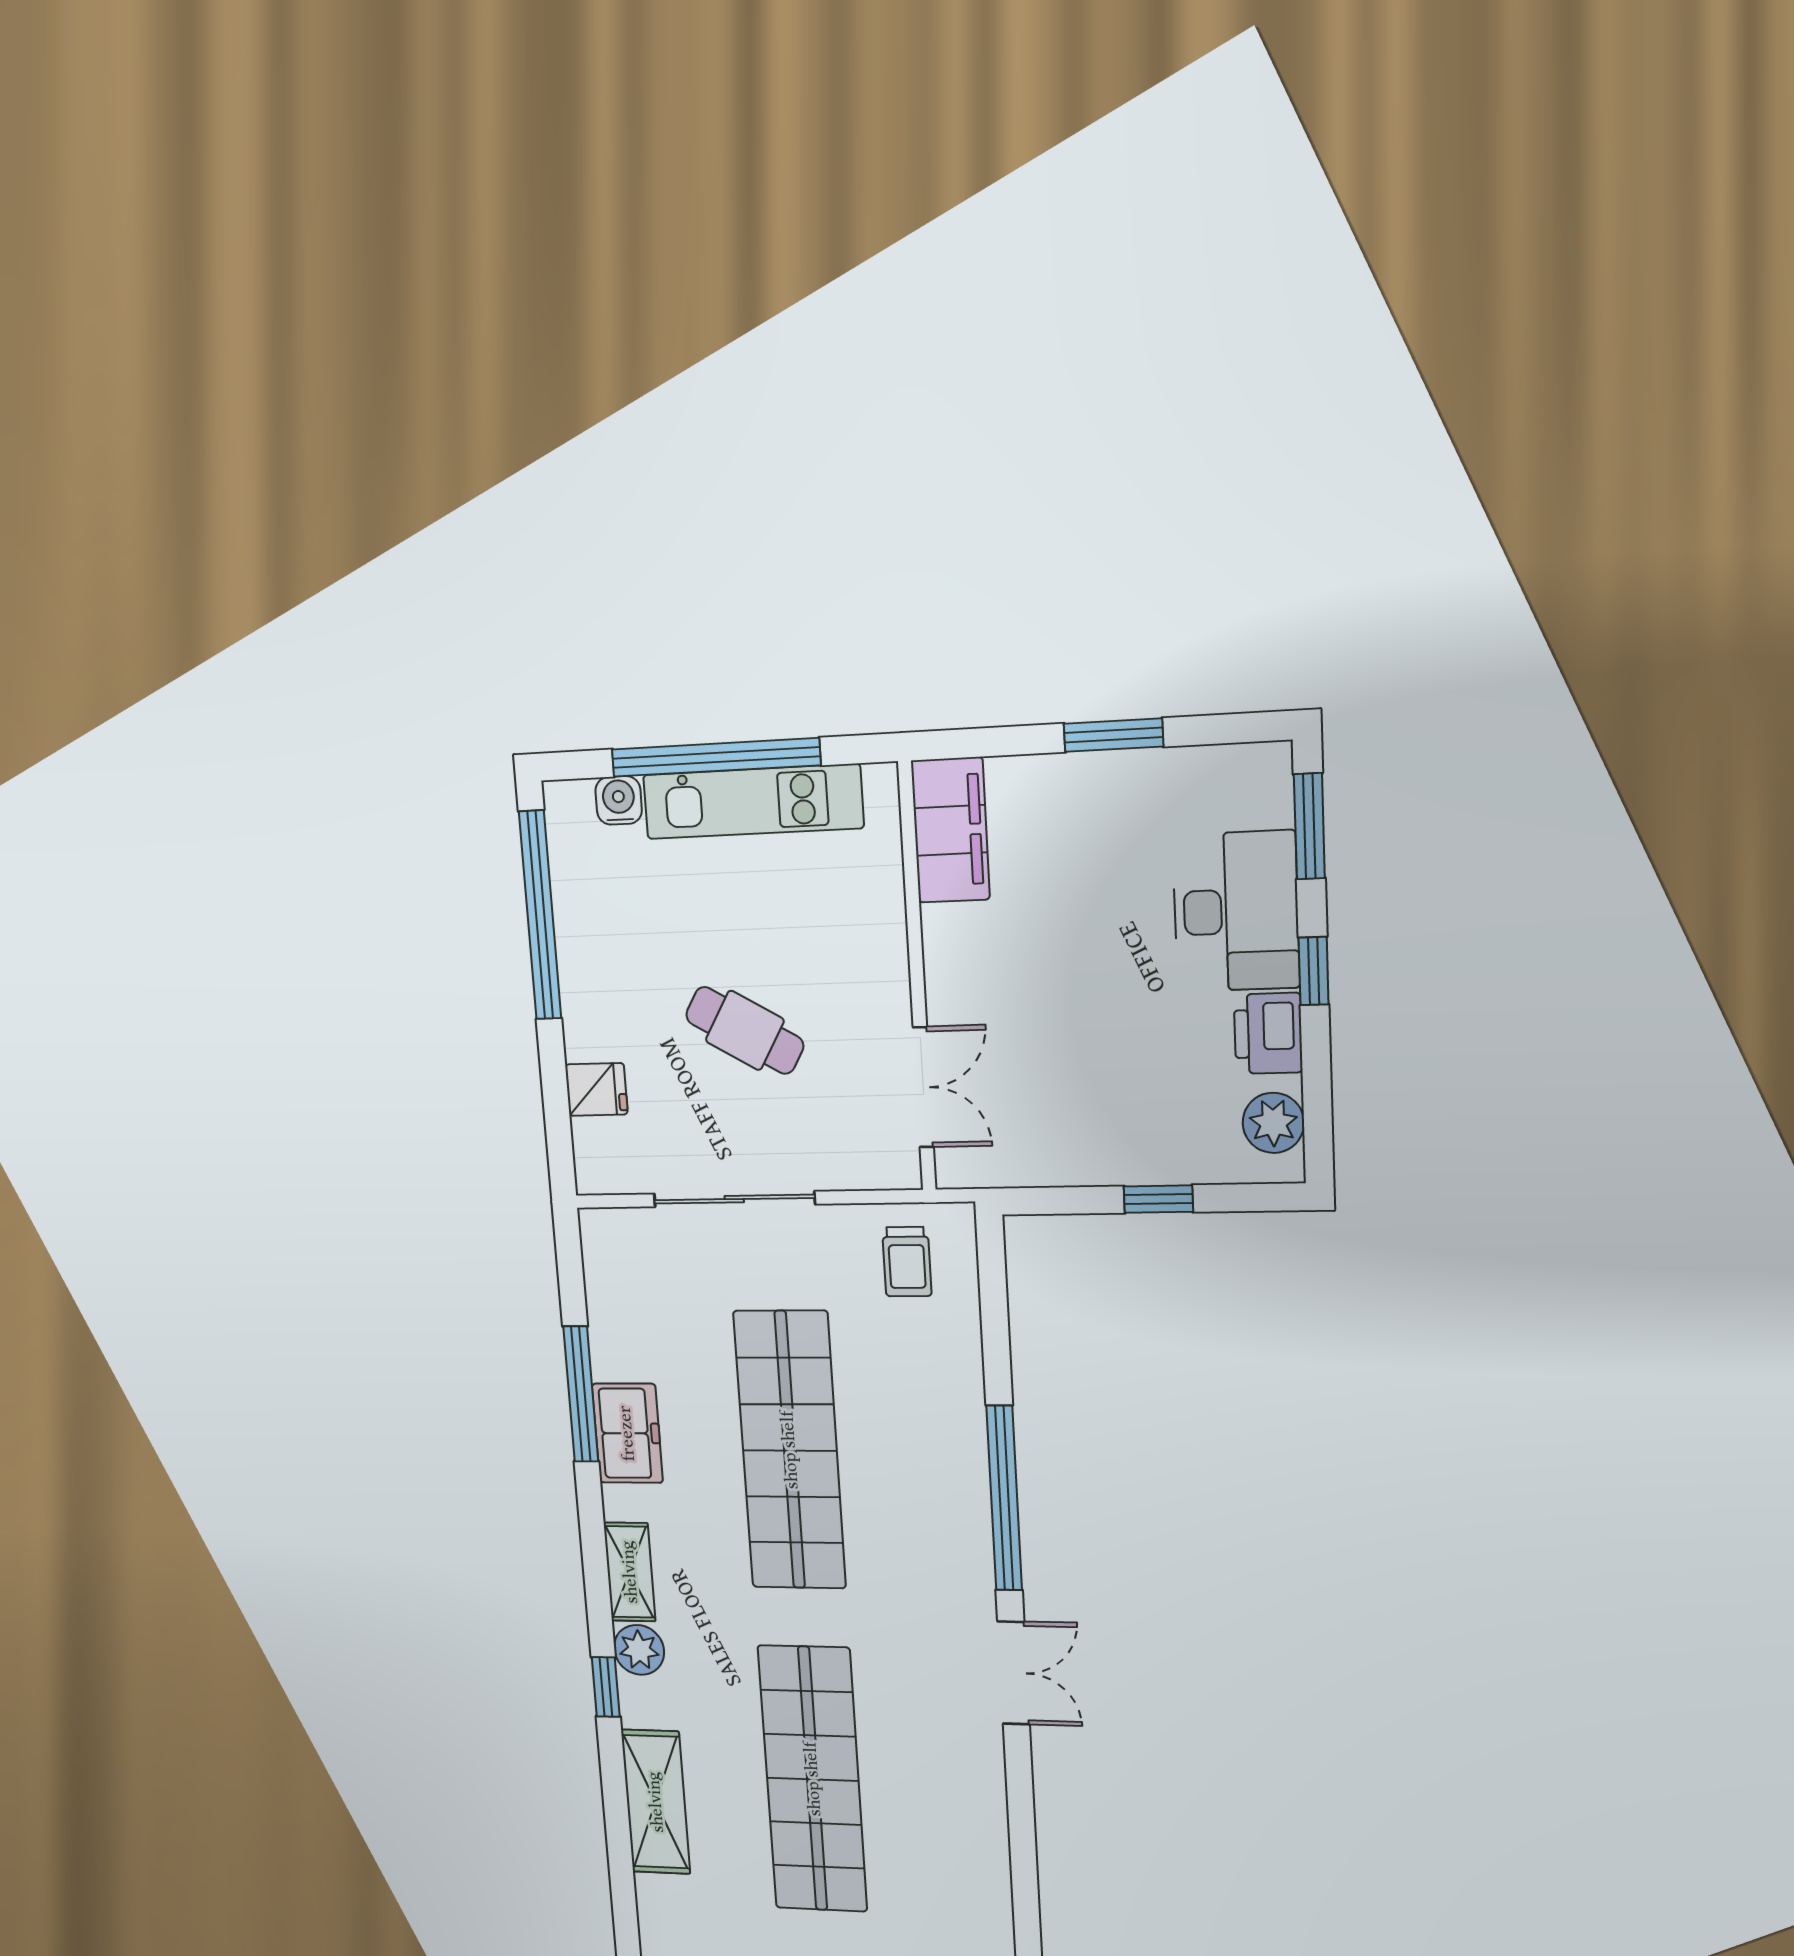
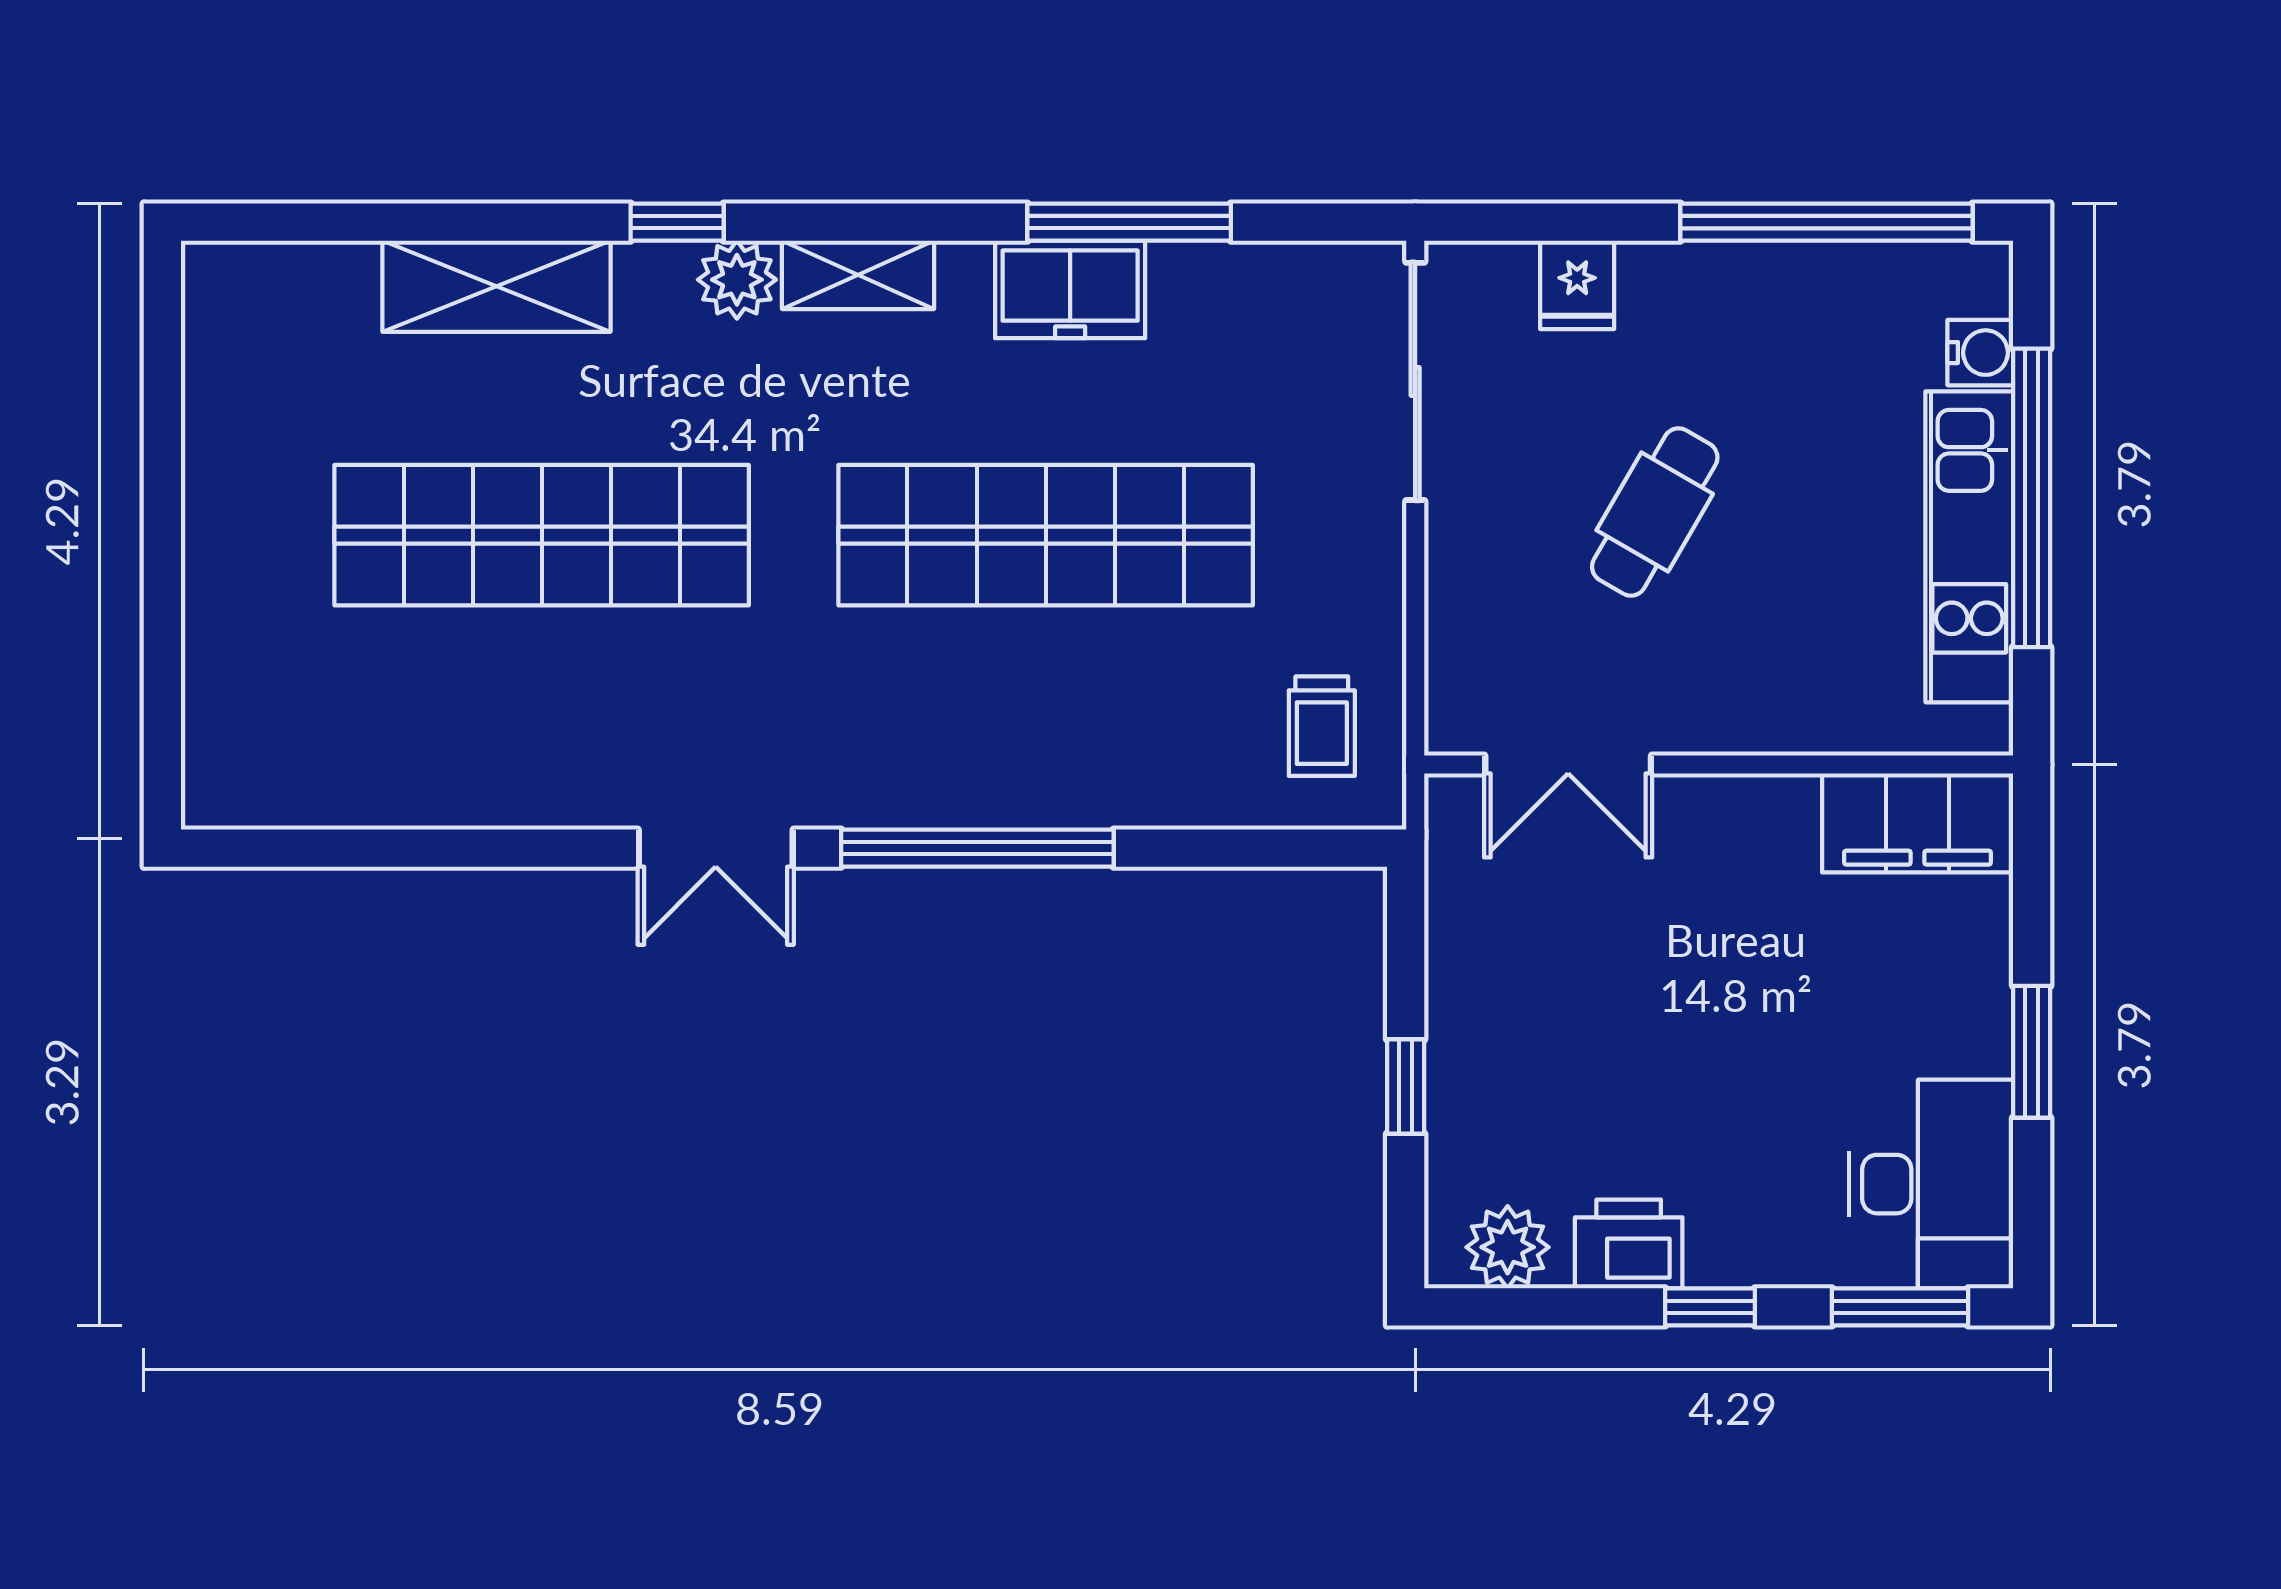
desk: (1236, 911) -> (1931, 1184), moved, turned -90
sliding door: (734, 1199) -> (1415, 381), moved
trolley: (907, 1262) -> (1322, 726), turned -90

